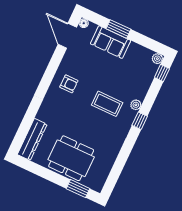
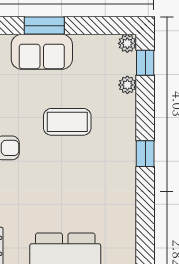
coffee table: (107, 104) -> (67, 122), moved
plant: (136, 105) -> (127, 85), moved

